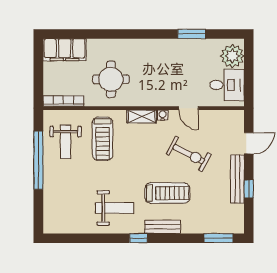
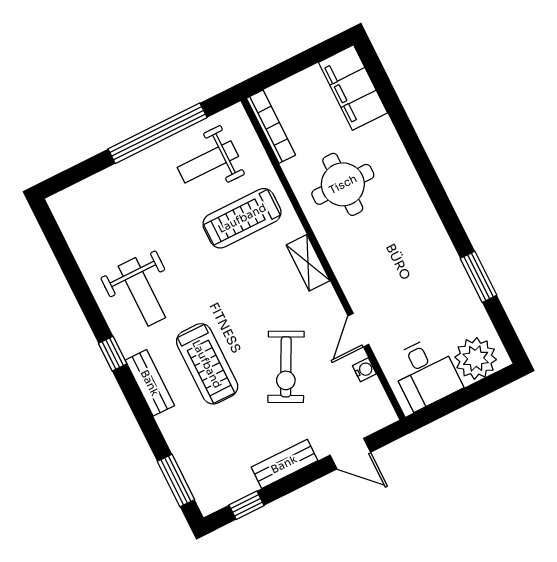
water cooler: (163, 115) -> (364, 370), moved
bench: (237, 179) -> (284, 464), width x0.73
window: (249, 189) -> (247, 505), moved

